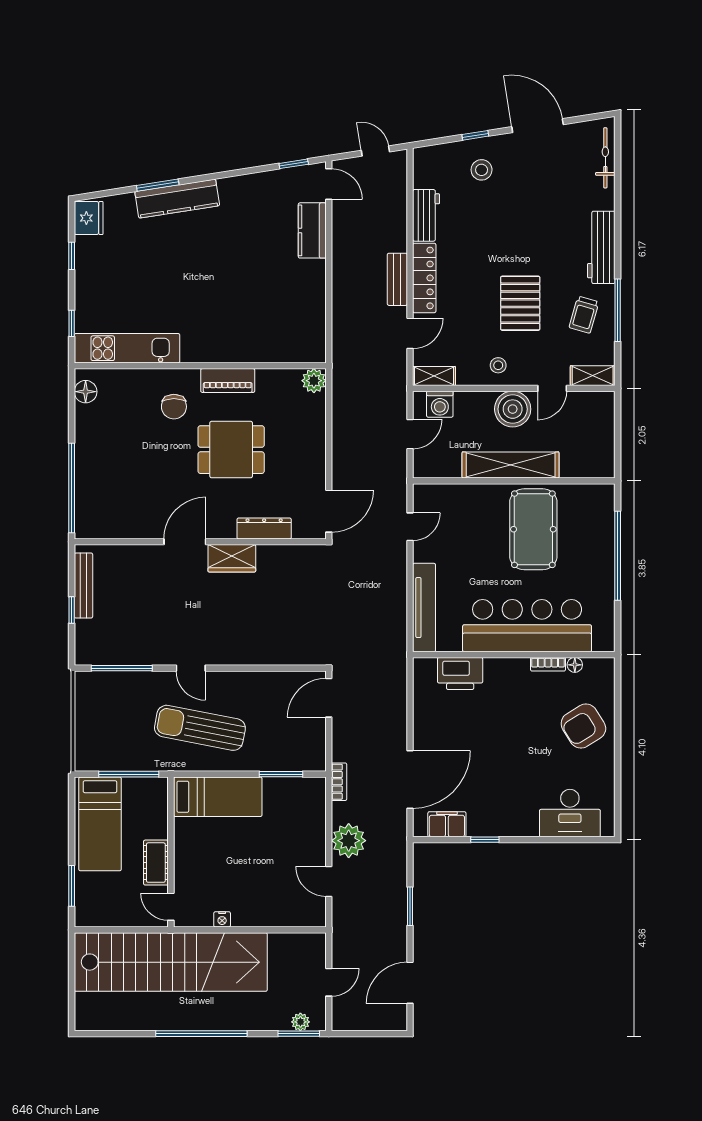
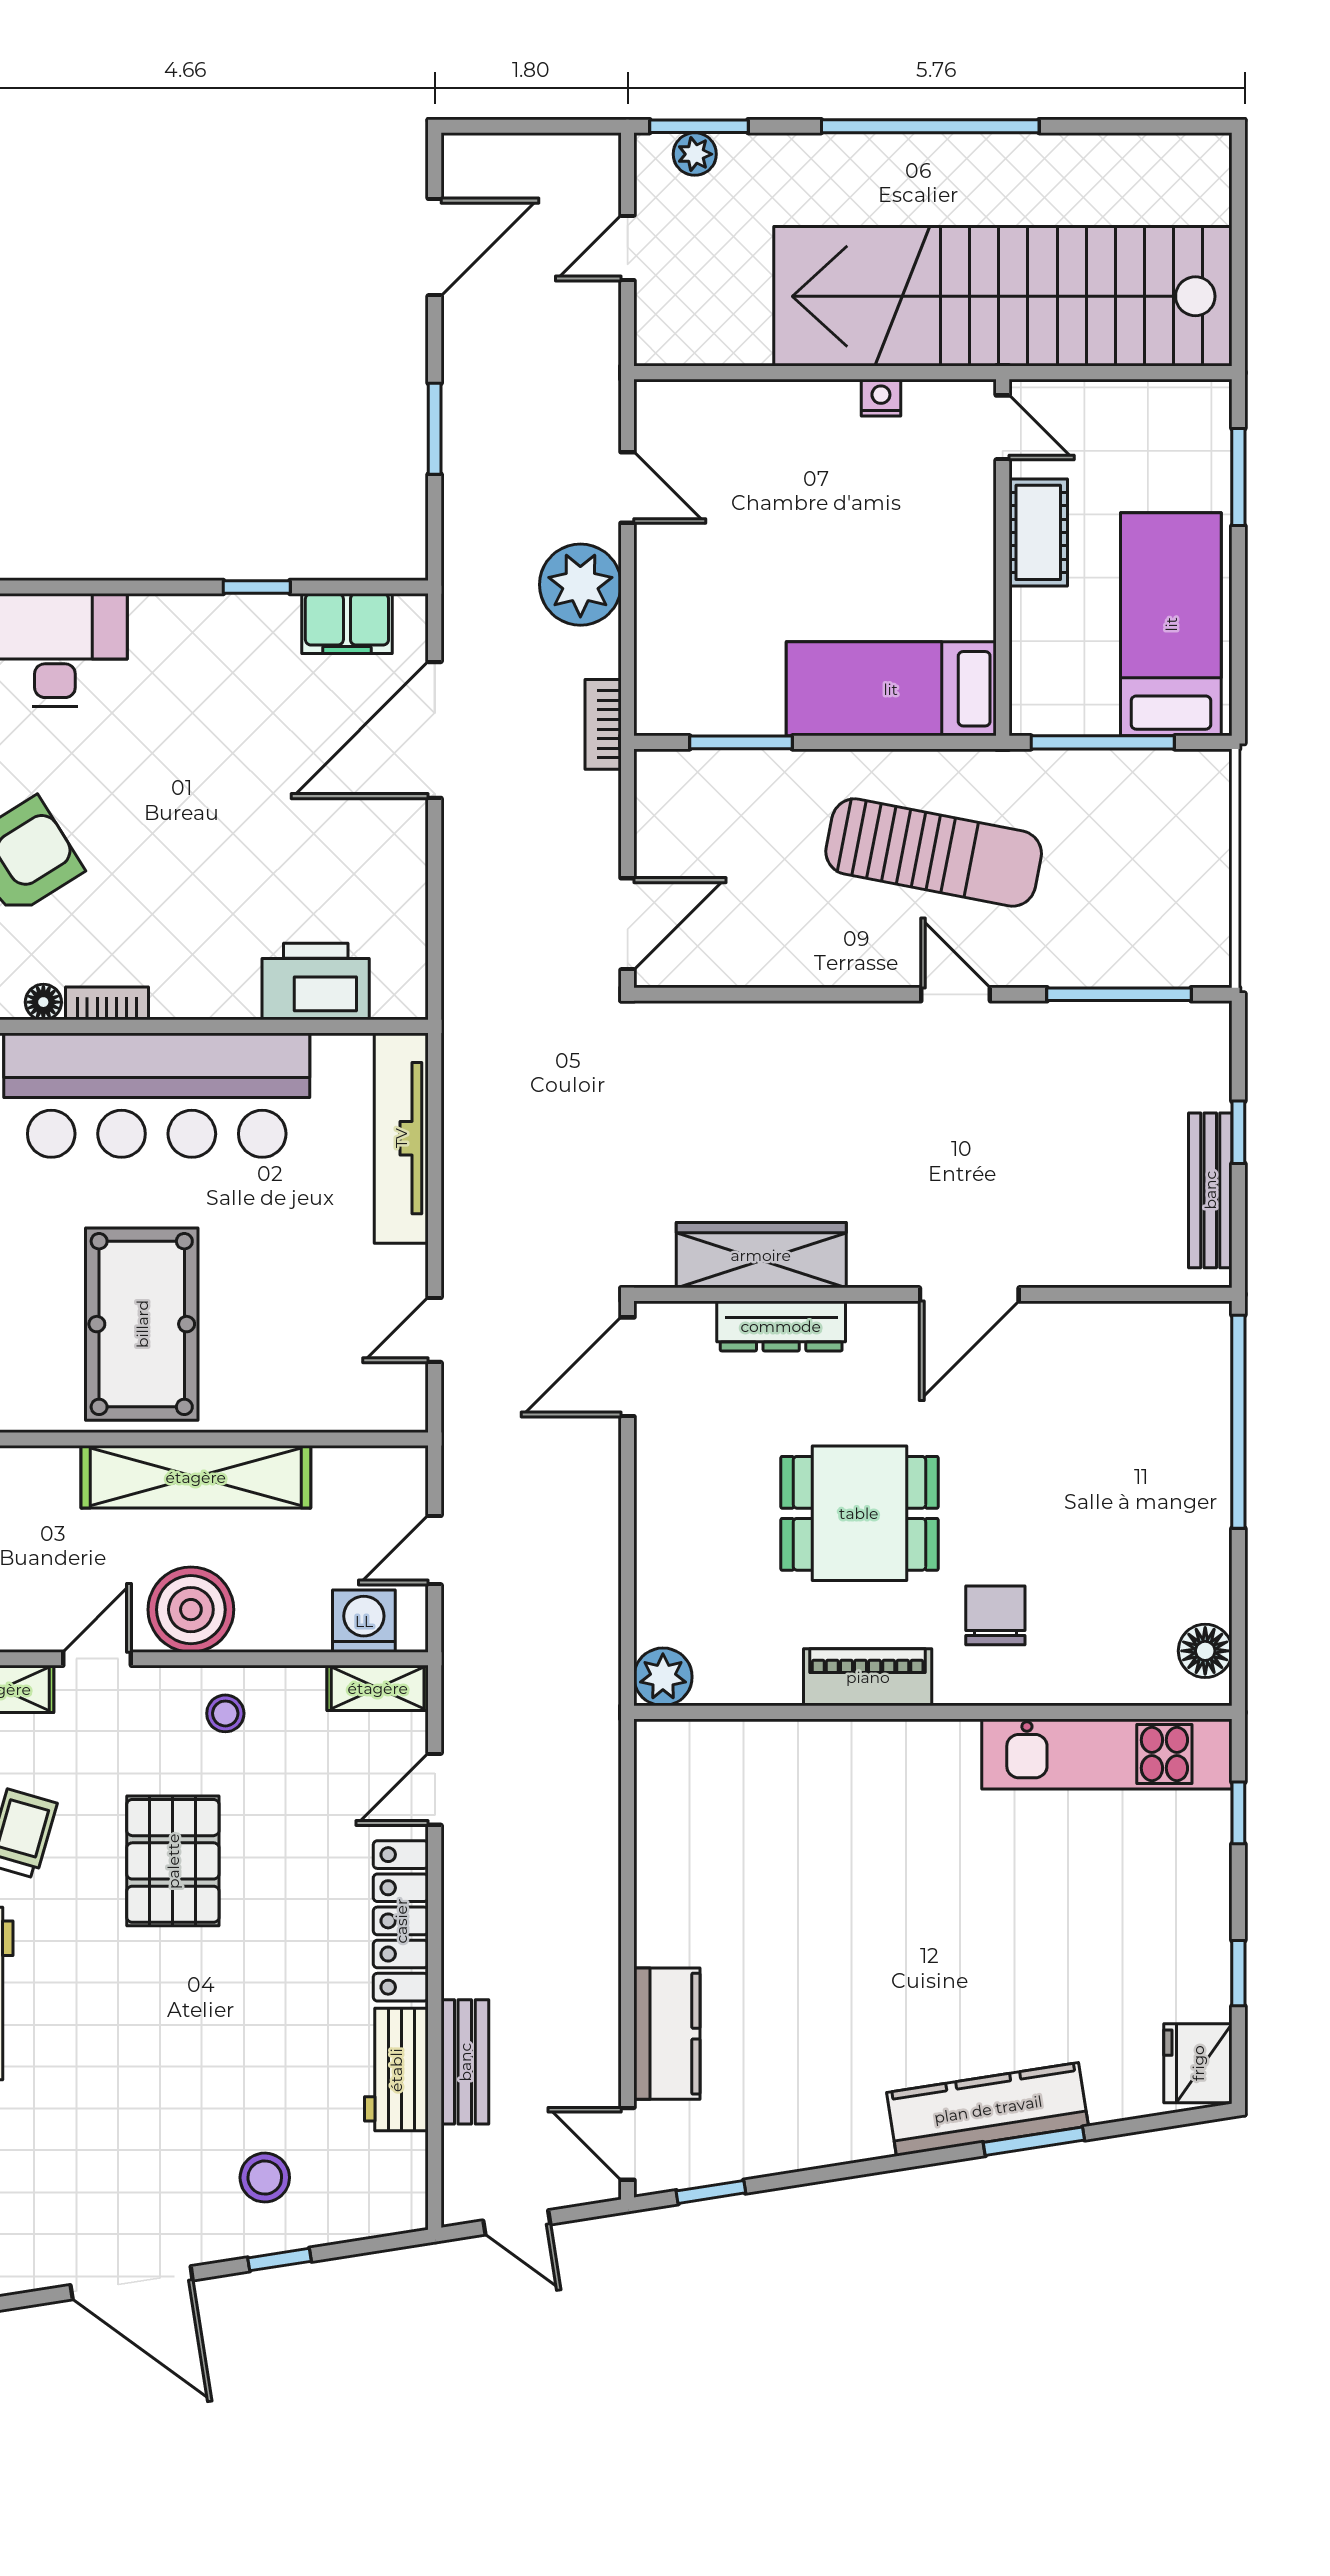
bench: (397, 279) -> (465, 2062), moved
wardrobe: (232, 558) -> (761, 1255), moved, width x1.50

